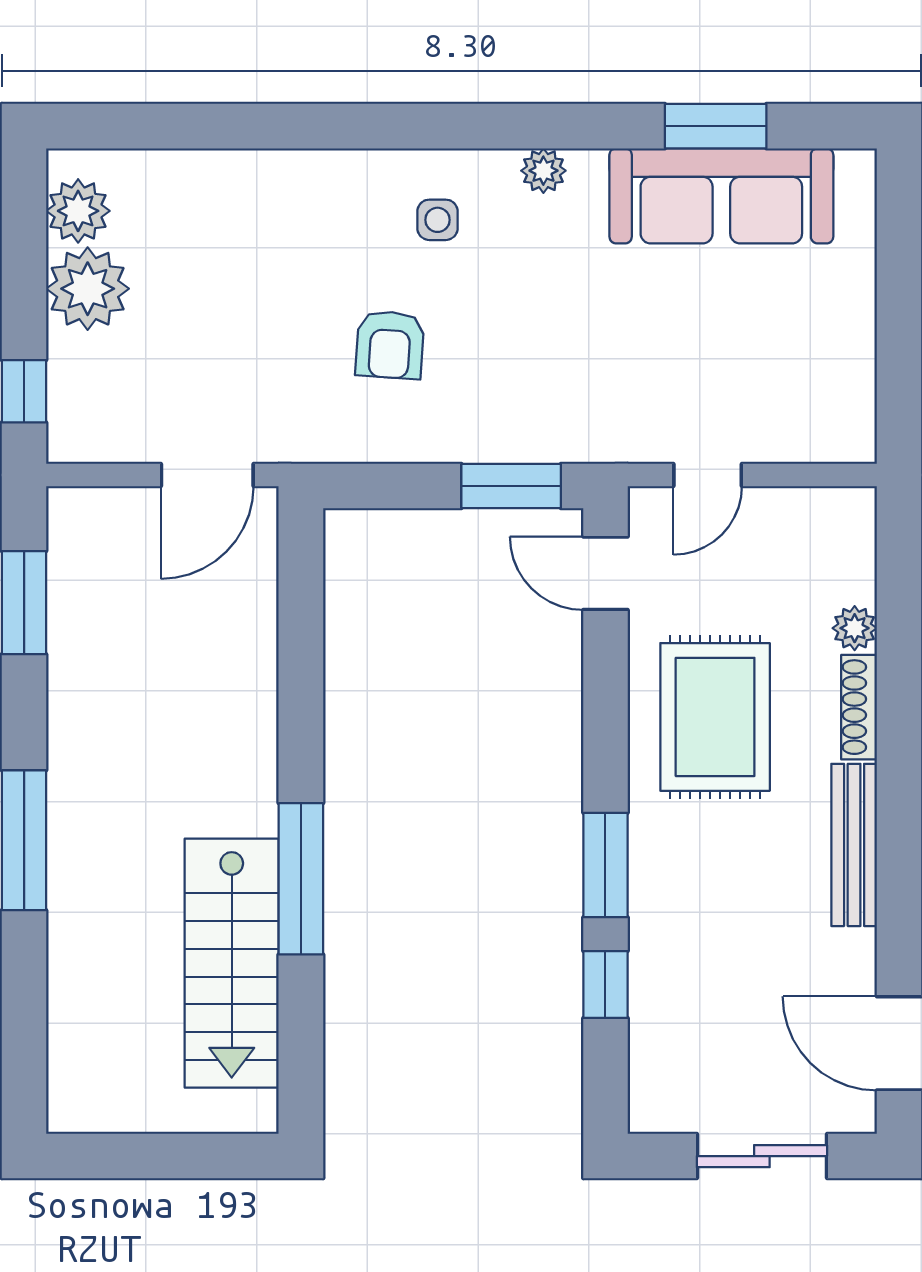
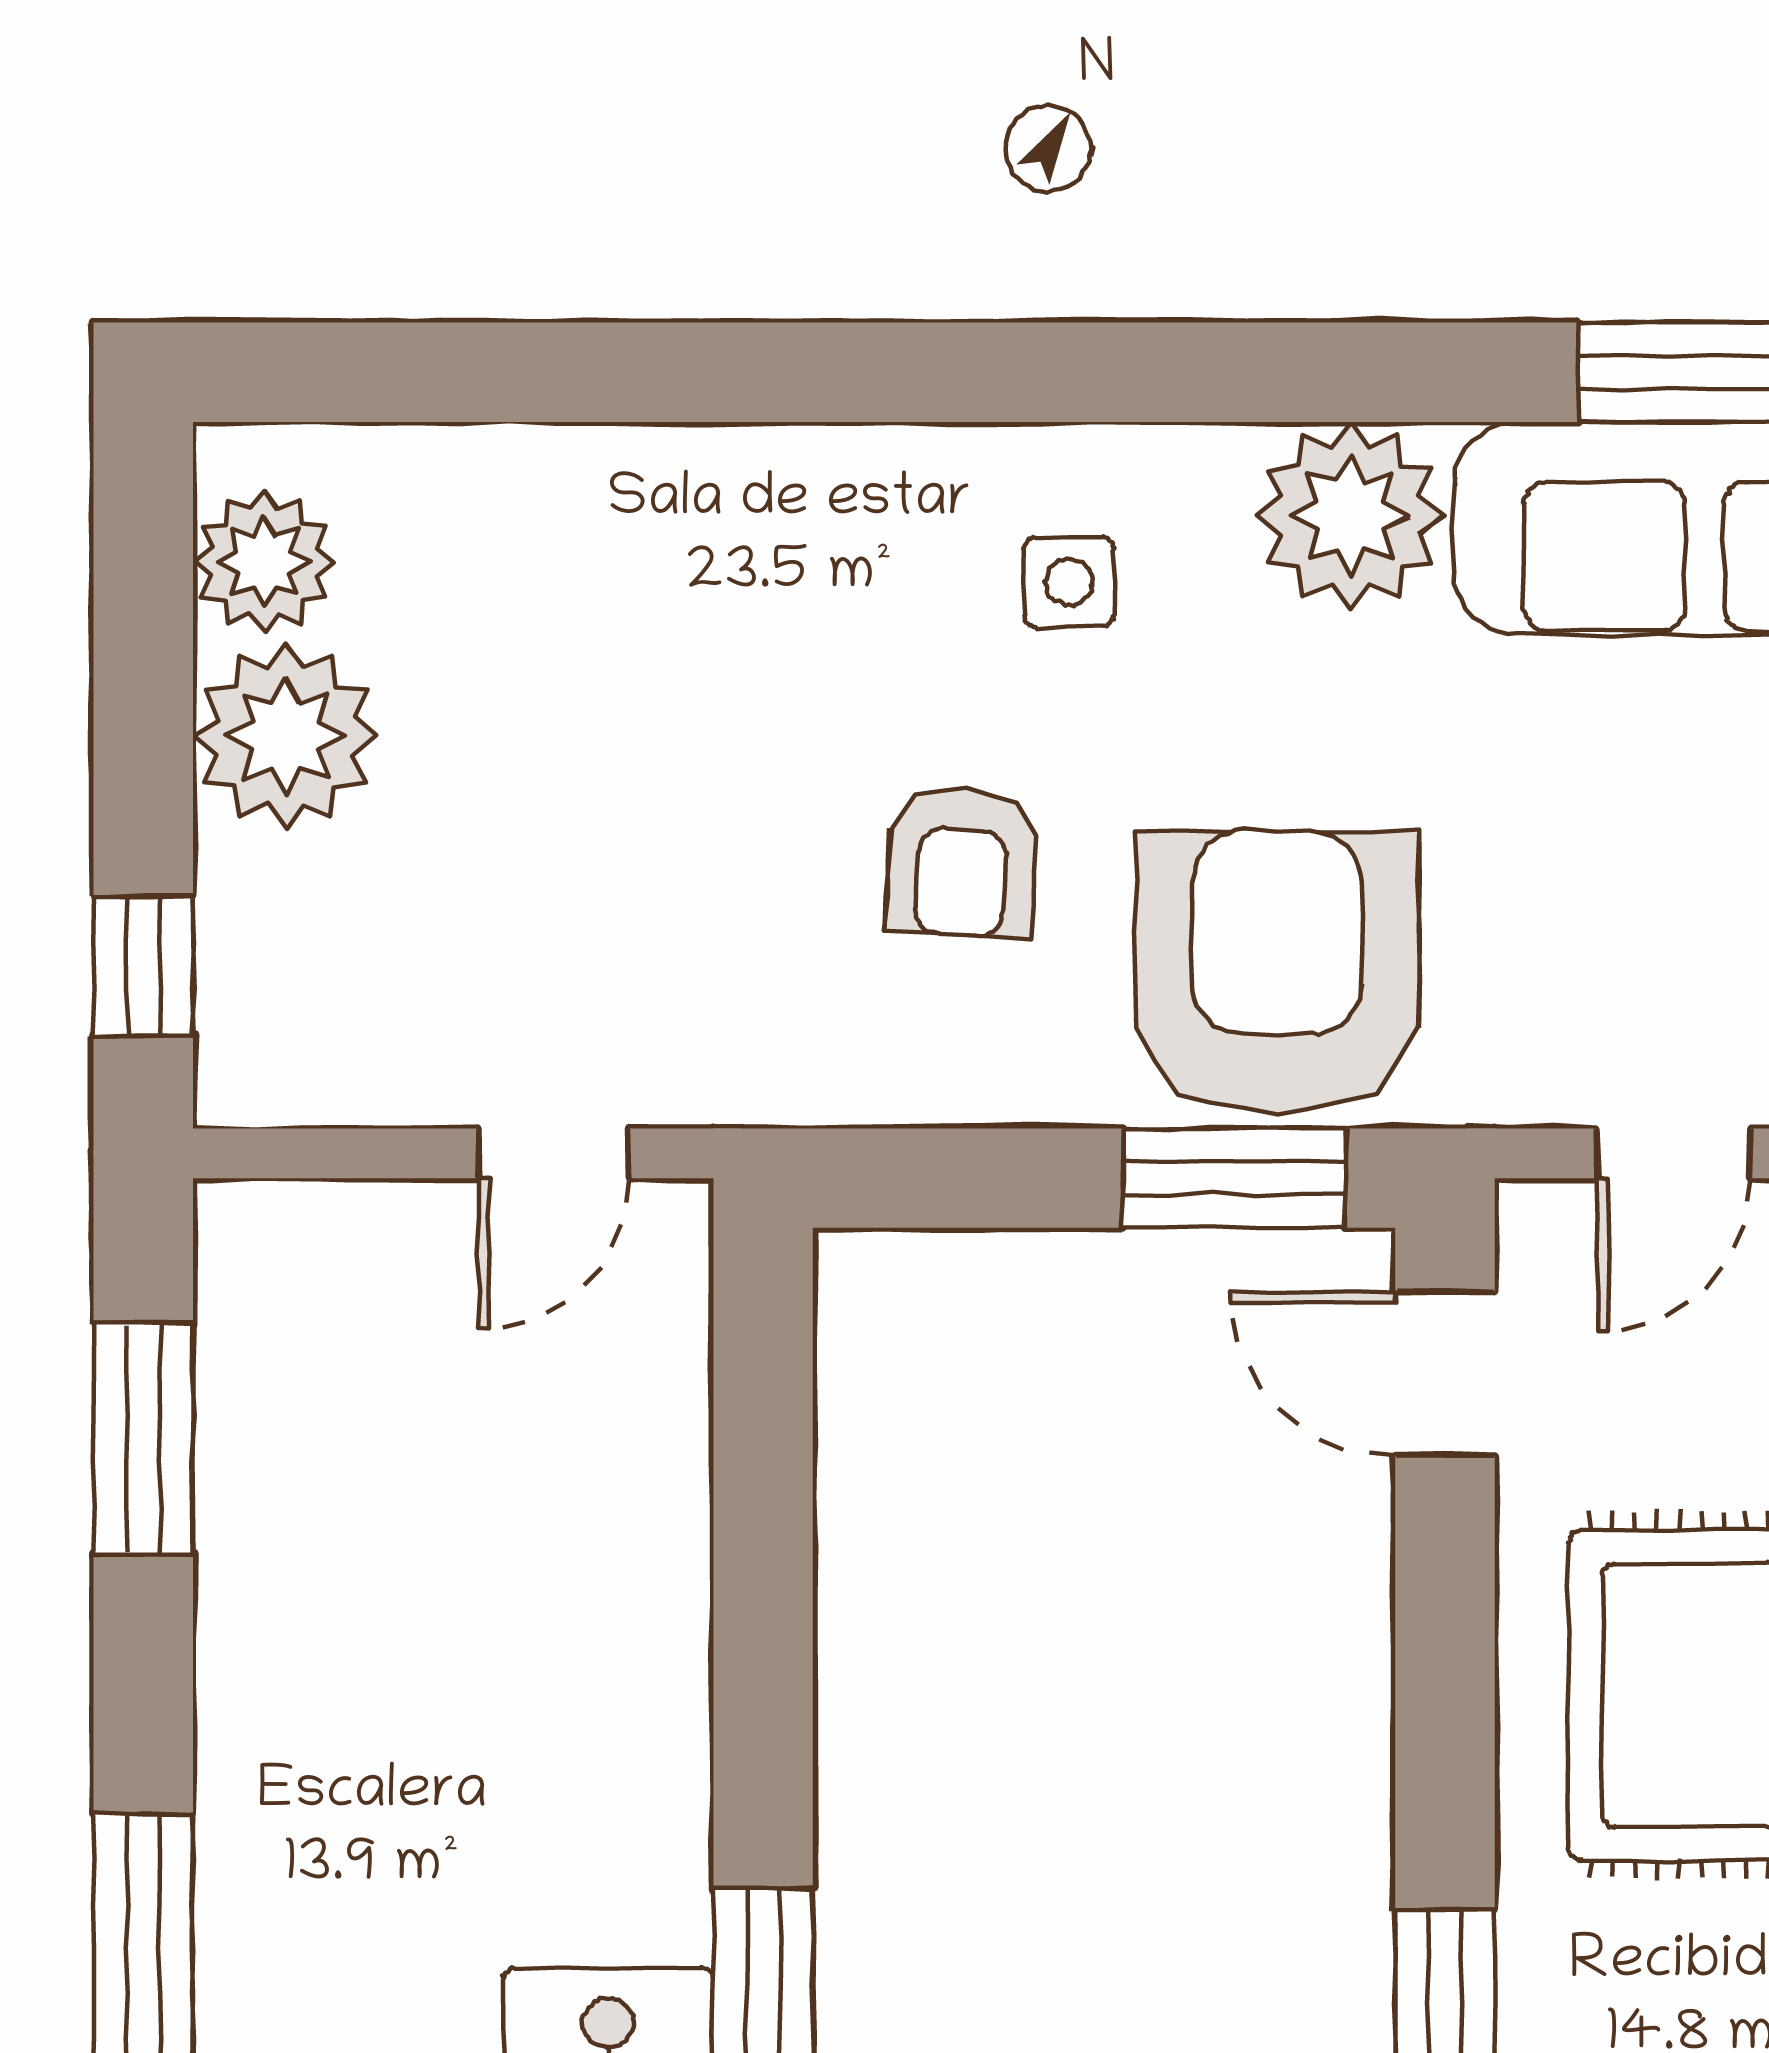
plant: (543, 171) -> (1350, 516), width x1.88, depth x1.88
armchair: (530, 394) -> (1277, 972), added
door: (207, 475) -> (553, 1153), width x0.73

